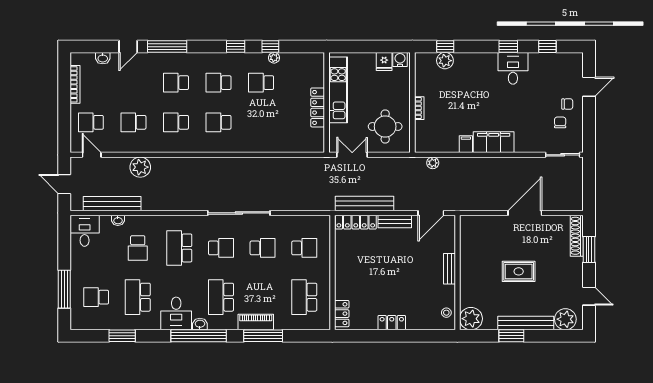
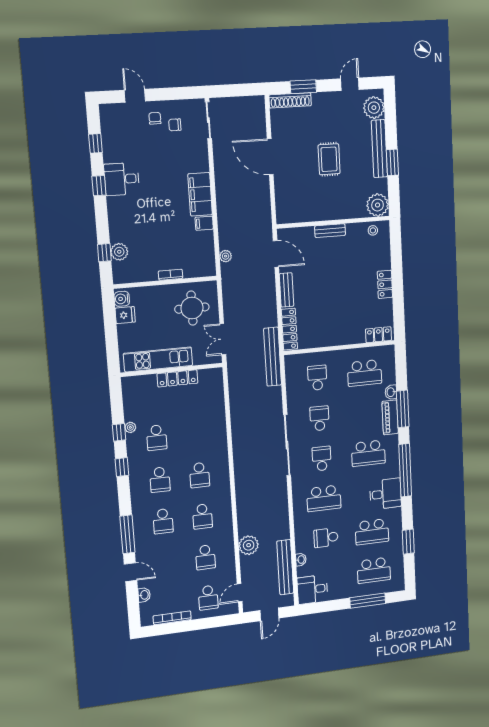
bench: (364, 204) -> (273, 357), moved
school desk: (138, 248) -> (326, 538), turned 180
school desk: (96, 297) -> (374, 570), width x1.85
washbasin: (200, 324) -> (391, 392), moved

